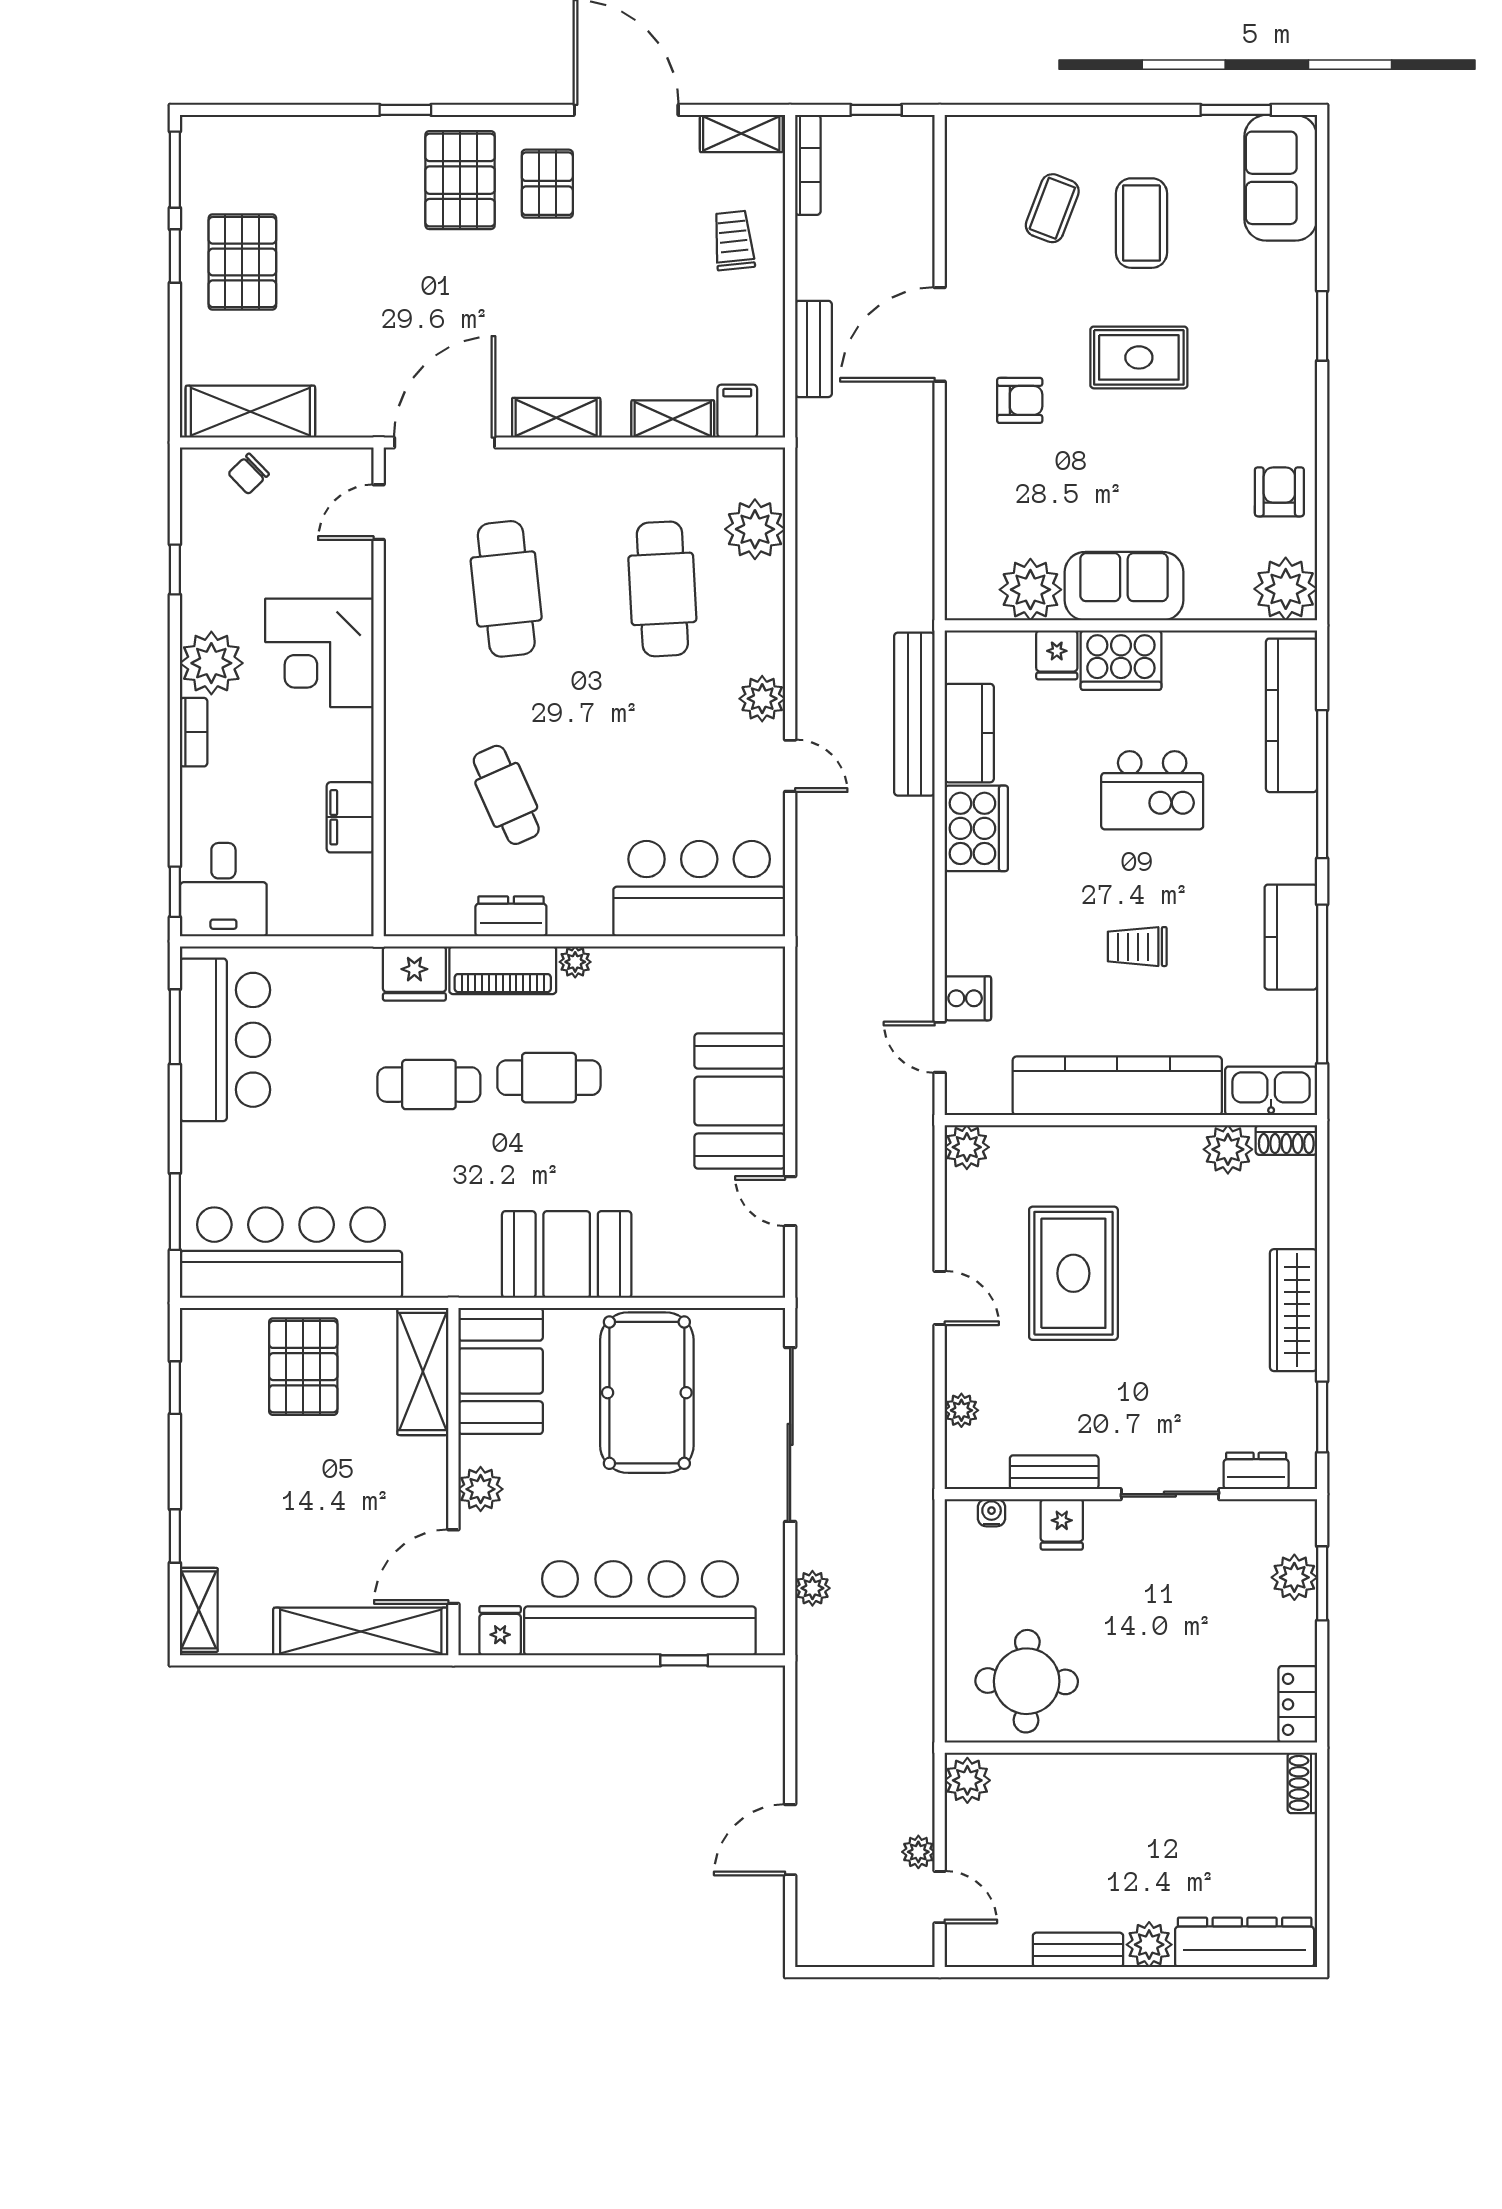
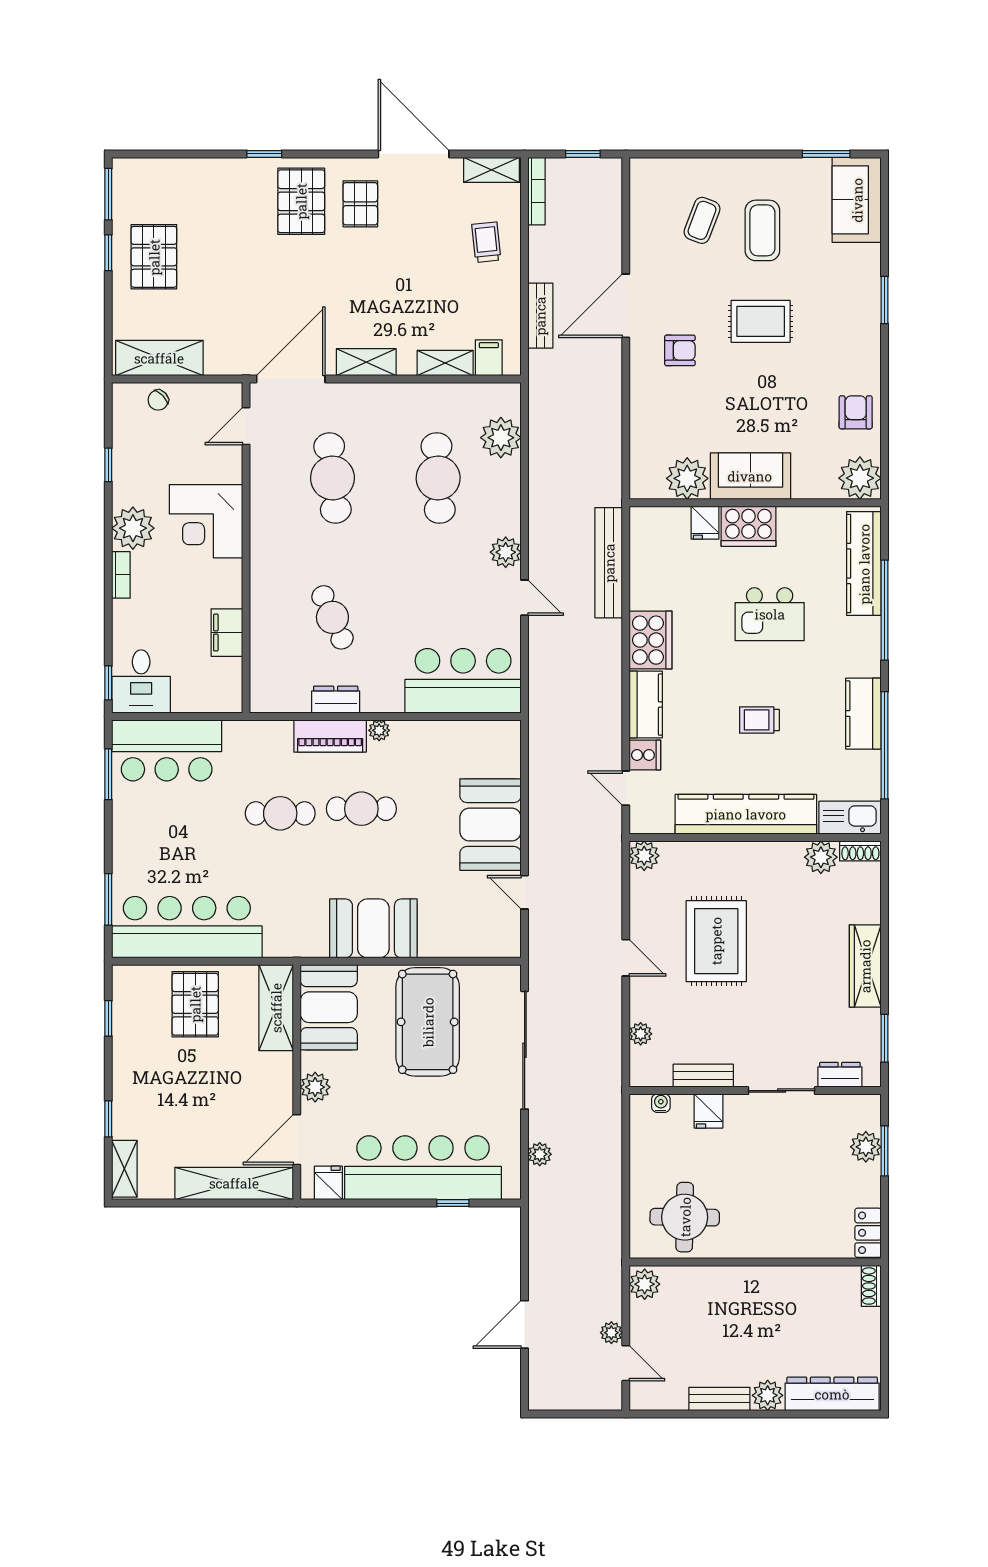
kitchen counter: (969, 733) -> (646, 705), moved
fridge: (414, 973) -> (270, 738), removed
bar counter: (225, 1040) -> (167, 750), moved, turned 90

